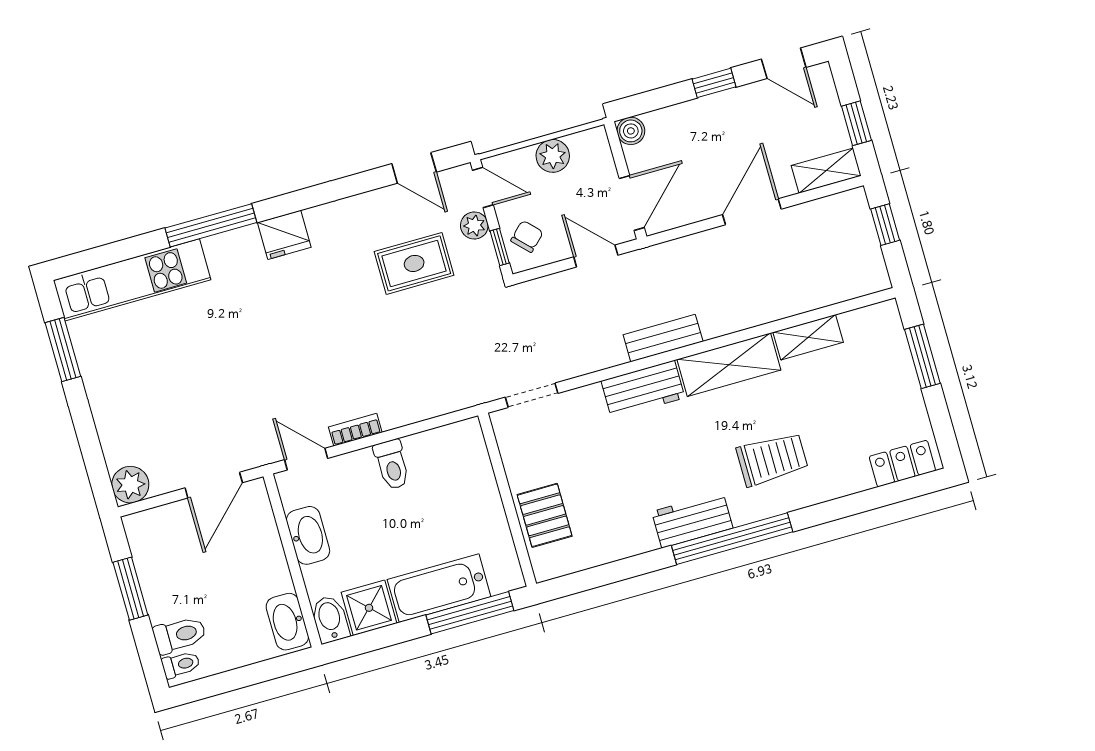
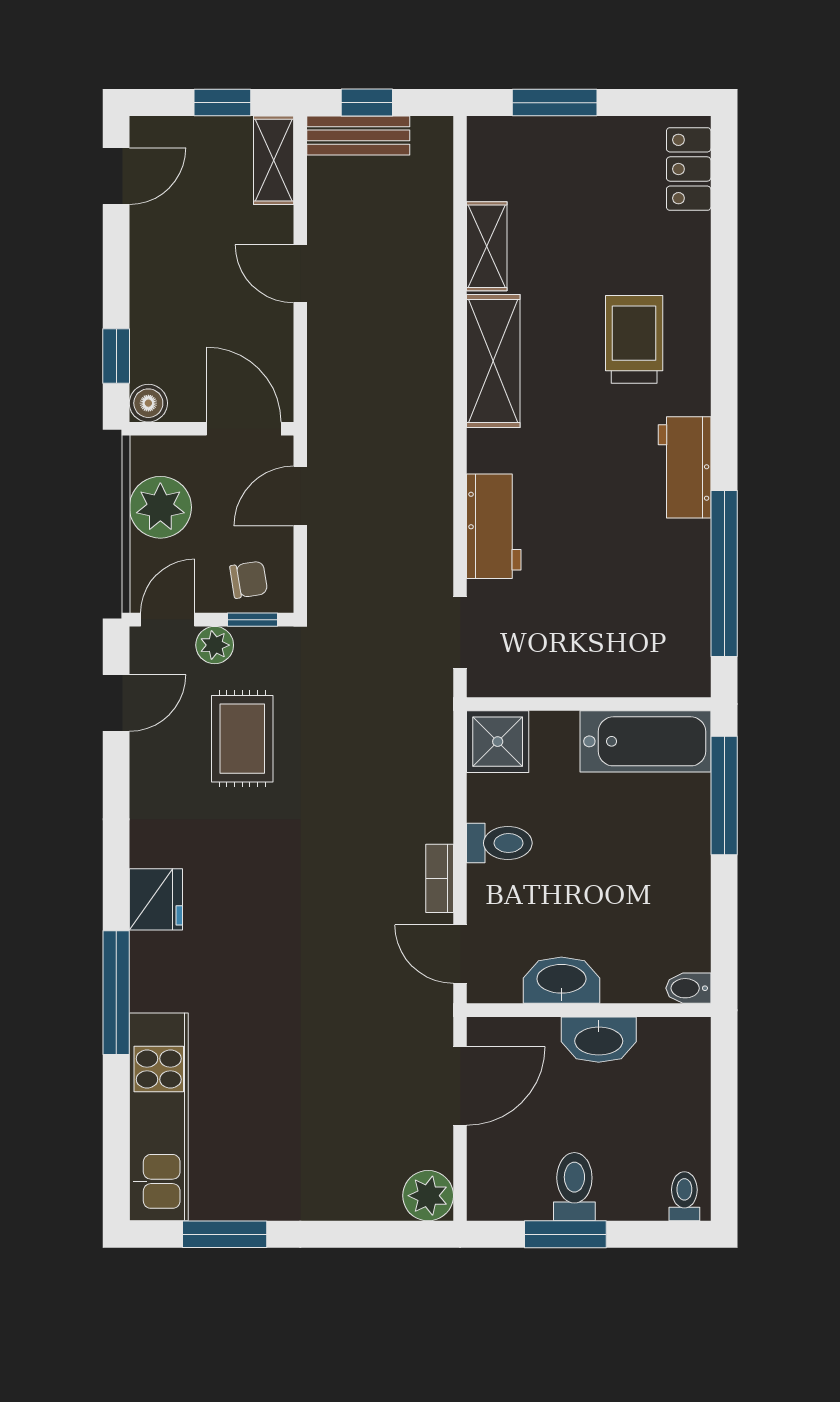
window: (714, 83) -> (116, 356), moved
plant: (553, 156) -> (160, 507), width x1.36, depth x1.36
door: (752, 212) -> (300, 274), width x0.73
chair: (527, 236) -> (249, 580), turned 125
bench: (663, 338) -> (358, 135), moved, turned 90
workbench: (643, 389) -> (494, 526), moved
door: (306, 459) -> (460, 954), hinge flipped
door: (214, 485) -> (460, 1086), hinge flipped
pallet: (545, 515) -> (623, 660), removed
window: (732, 539) -> (724, 573), moved
bathtub: (439, 588) -> (646, 741), moved, turned -90
shower: (369, 608) -> (498, 742), moved
bidet: (330, 619) -> (688, 988), width x0.72, depth x0.74
washbasin: (287, 622) -> (599, 1040), moved
toilet: (180, 635) -> (574, 1187), moved

